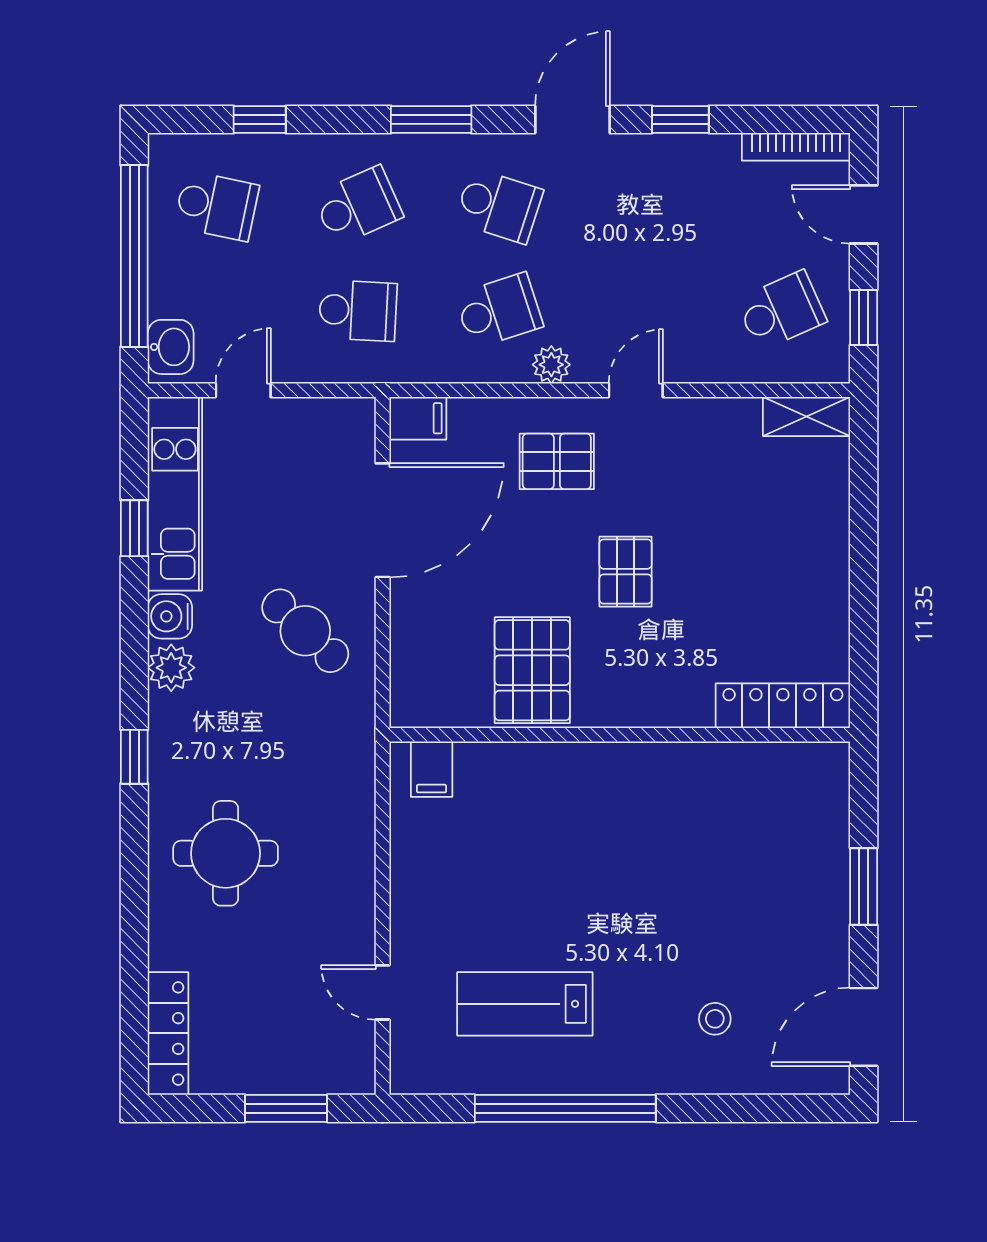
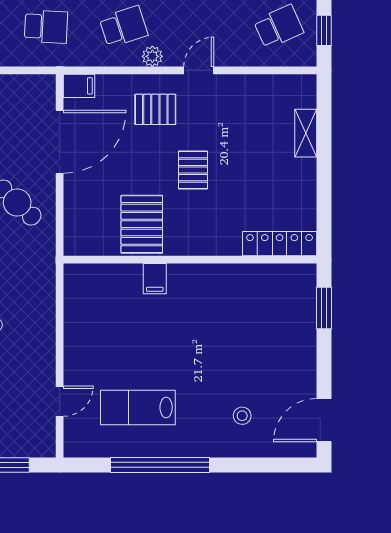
shelving: (807, 417) -> (306, 133), moved, turned 90
filing cabinet: (432, 769) -> (155, 279), moved
window: (864, 887) -> (324, 308), moved
door: (383, 992) -> (60, 401), swing flipped

